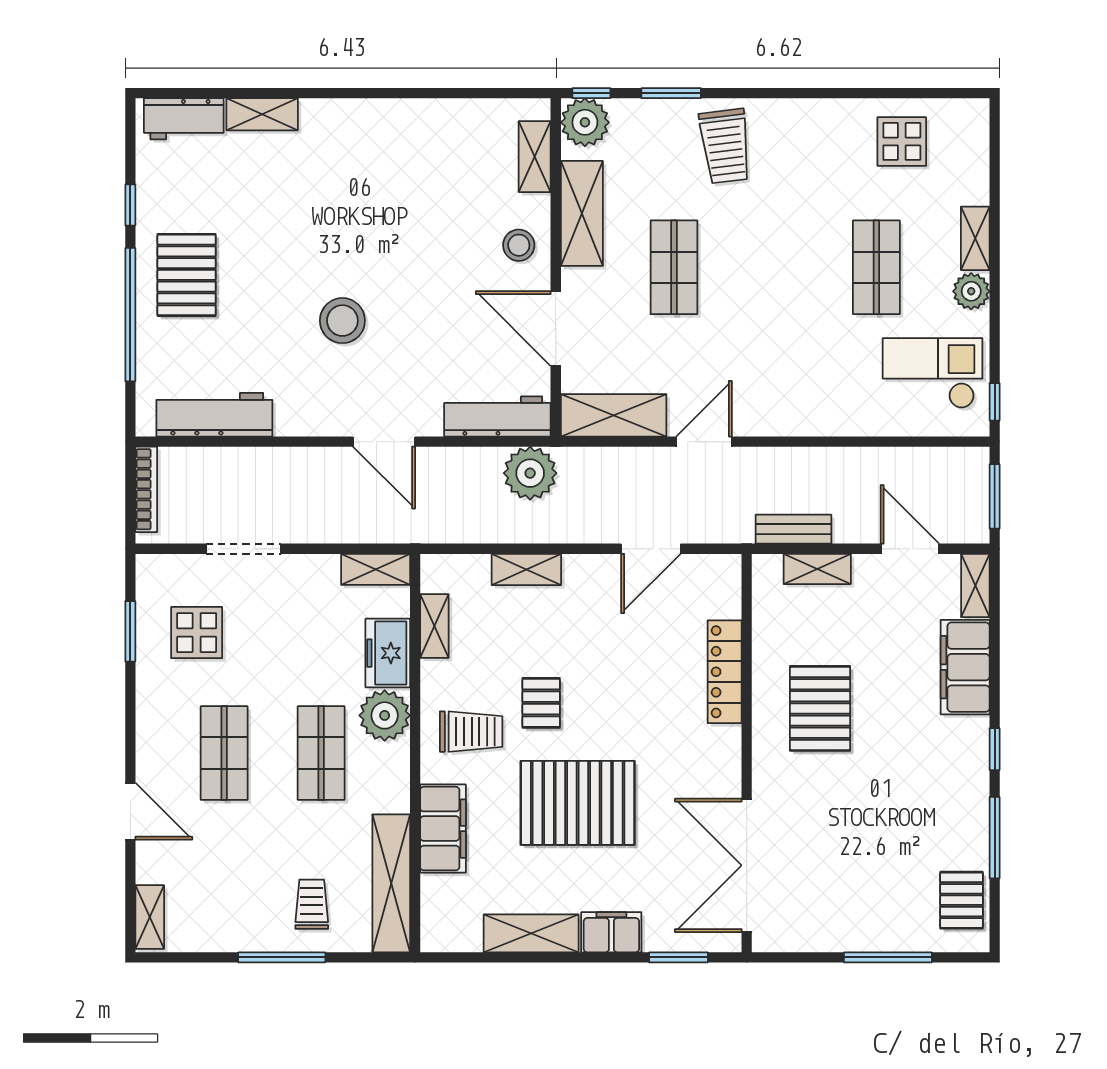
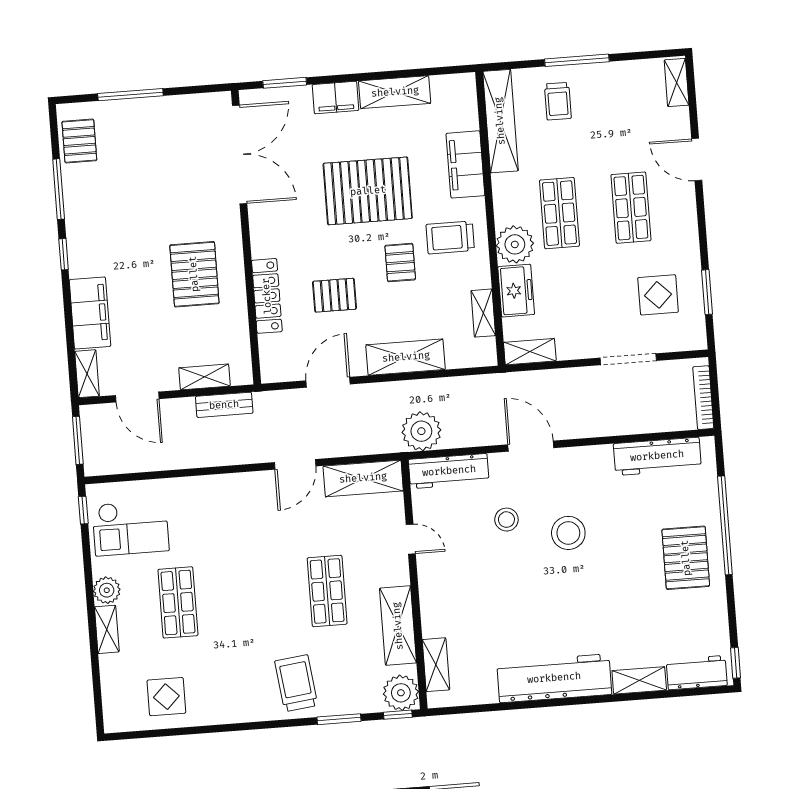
workbench: (377, 126) -> (554, 678), added
window: (130, 205) -> (736, 663), moved
stool: (519, 245) -> (506, 520), moved
door: (556, 329) -> (411, 539), width x0.53
shelving: (526, 569) -> (406, 357), width x1.50, depth x1.33
pallet: (633, 666) -> (334, 295), added

